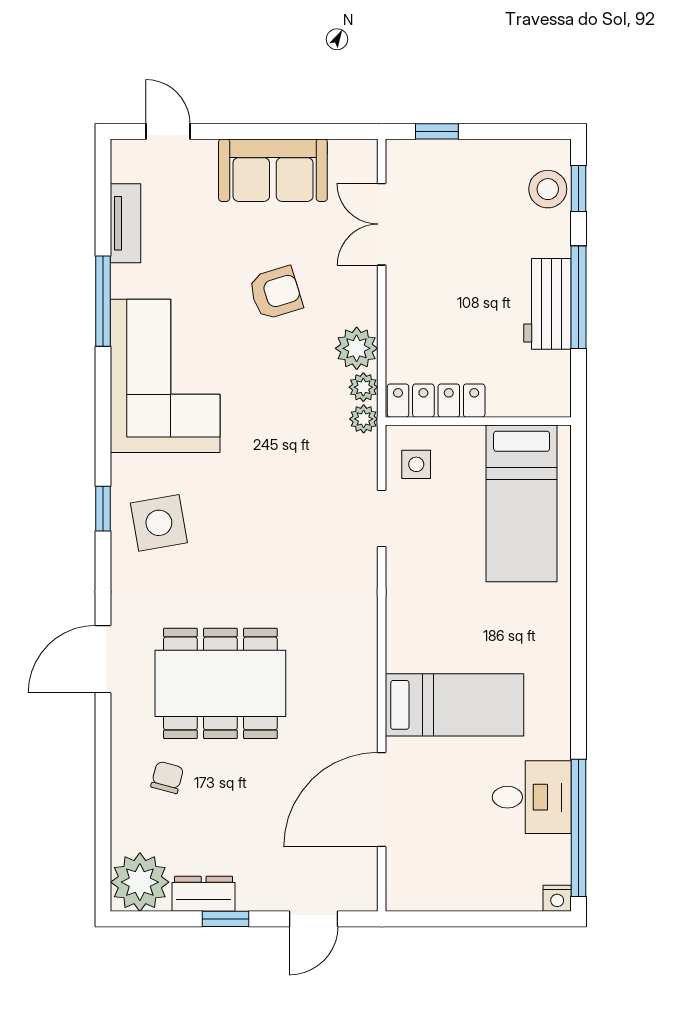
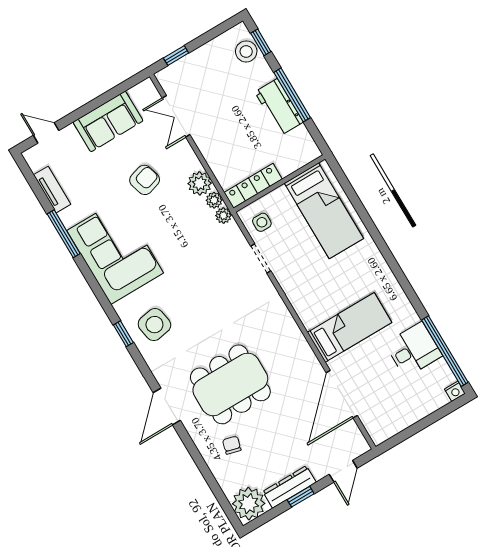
dresser: (204, 894) -> (289, 487), width x1.44

